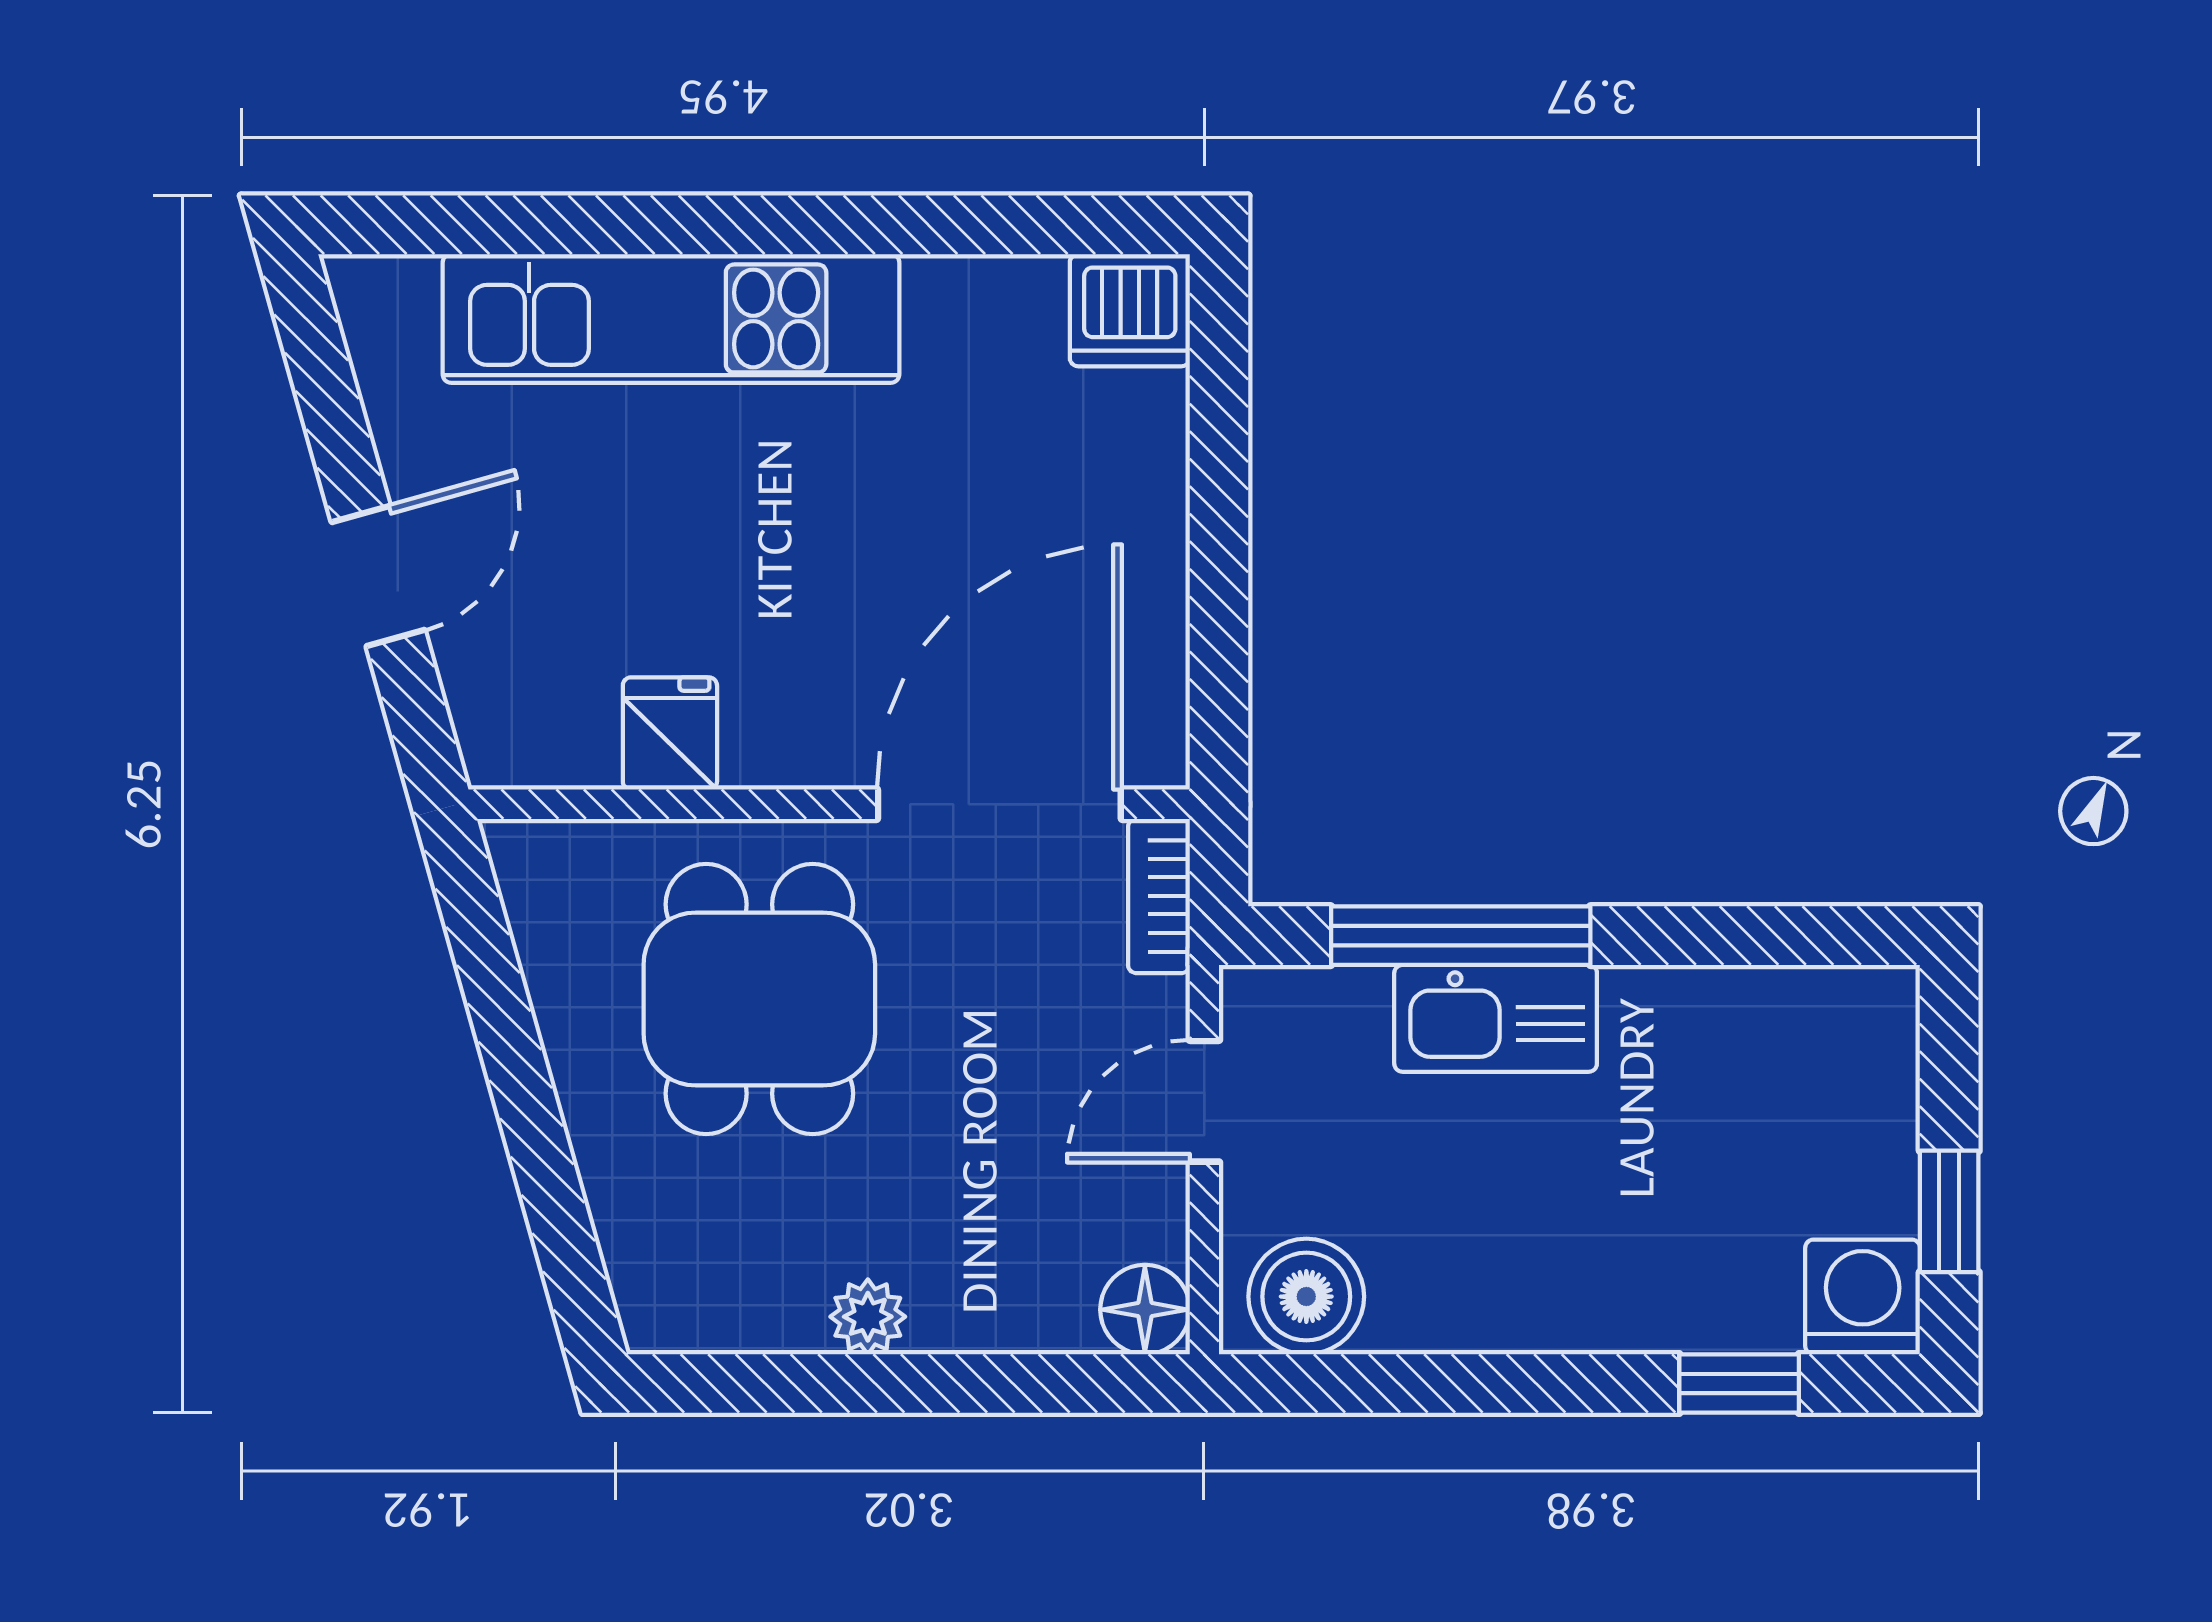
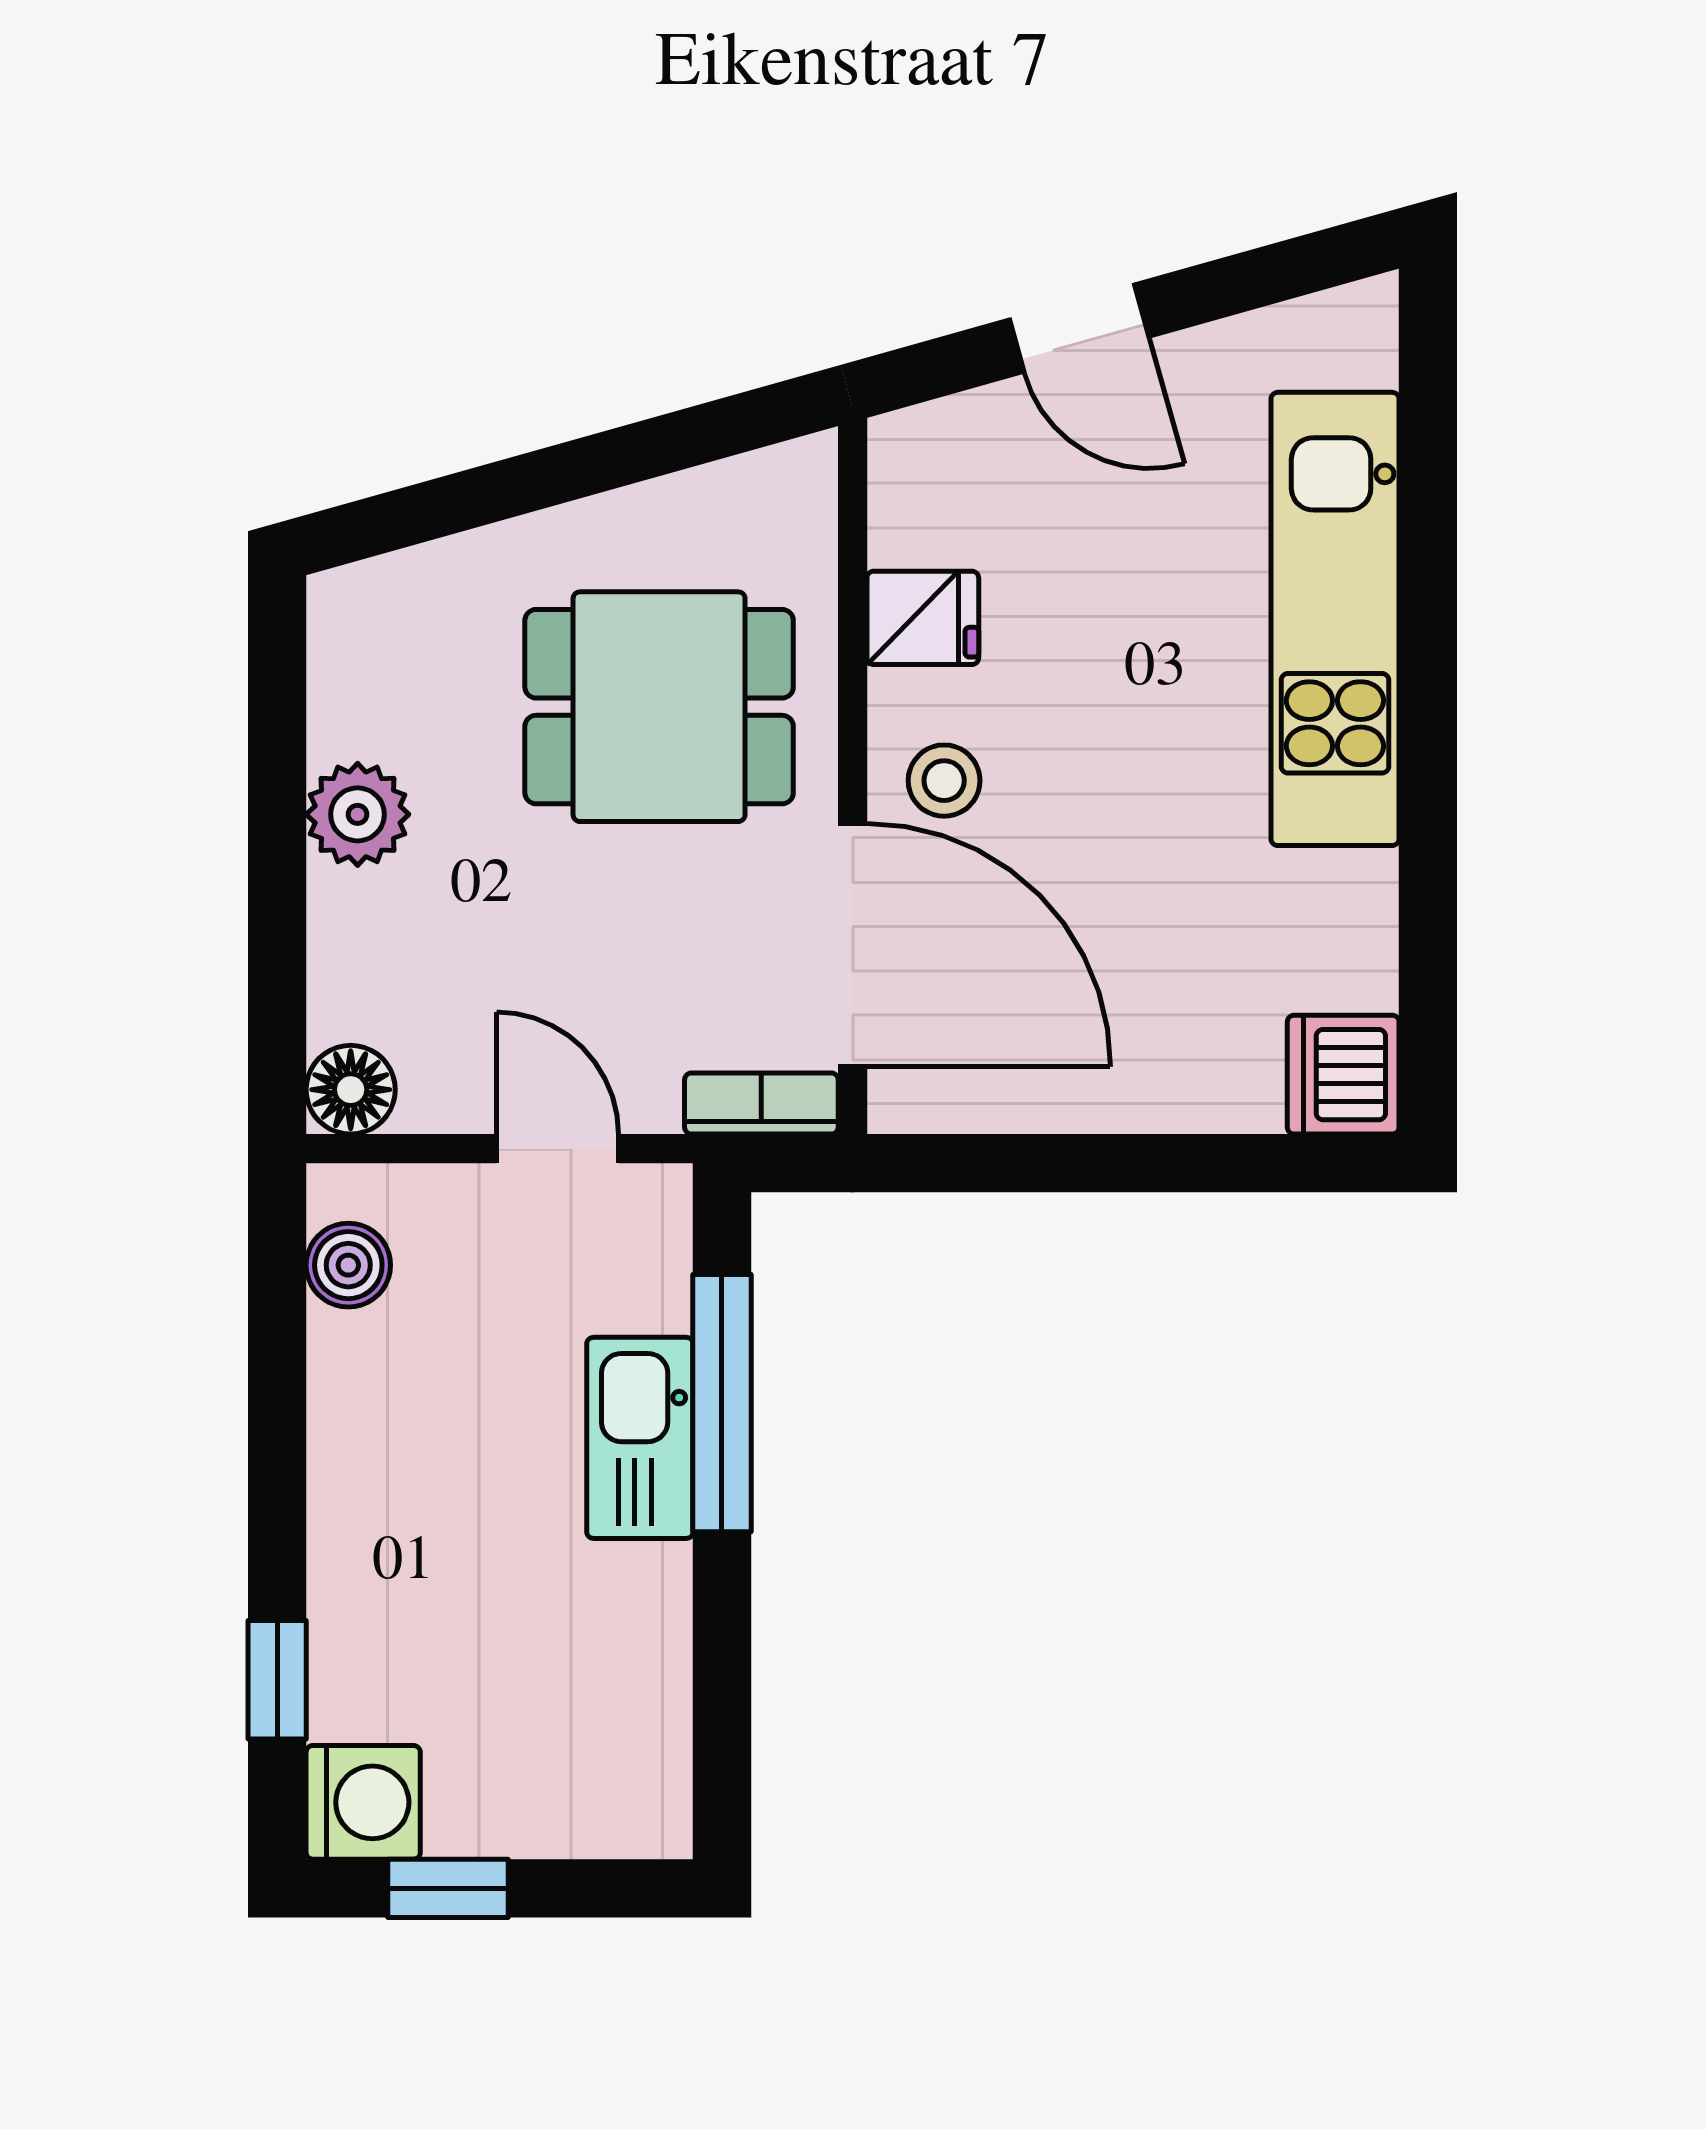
stool: (834, 712) -> (944, 781), added
boiler: (1306, 1297) -> (348, 1265), width x0.73, depth x0.73
plant: (868, 1317) -> (358, 814), width x1.38, depth x1.38

